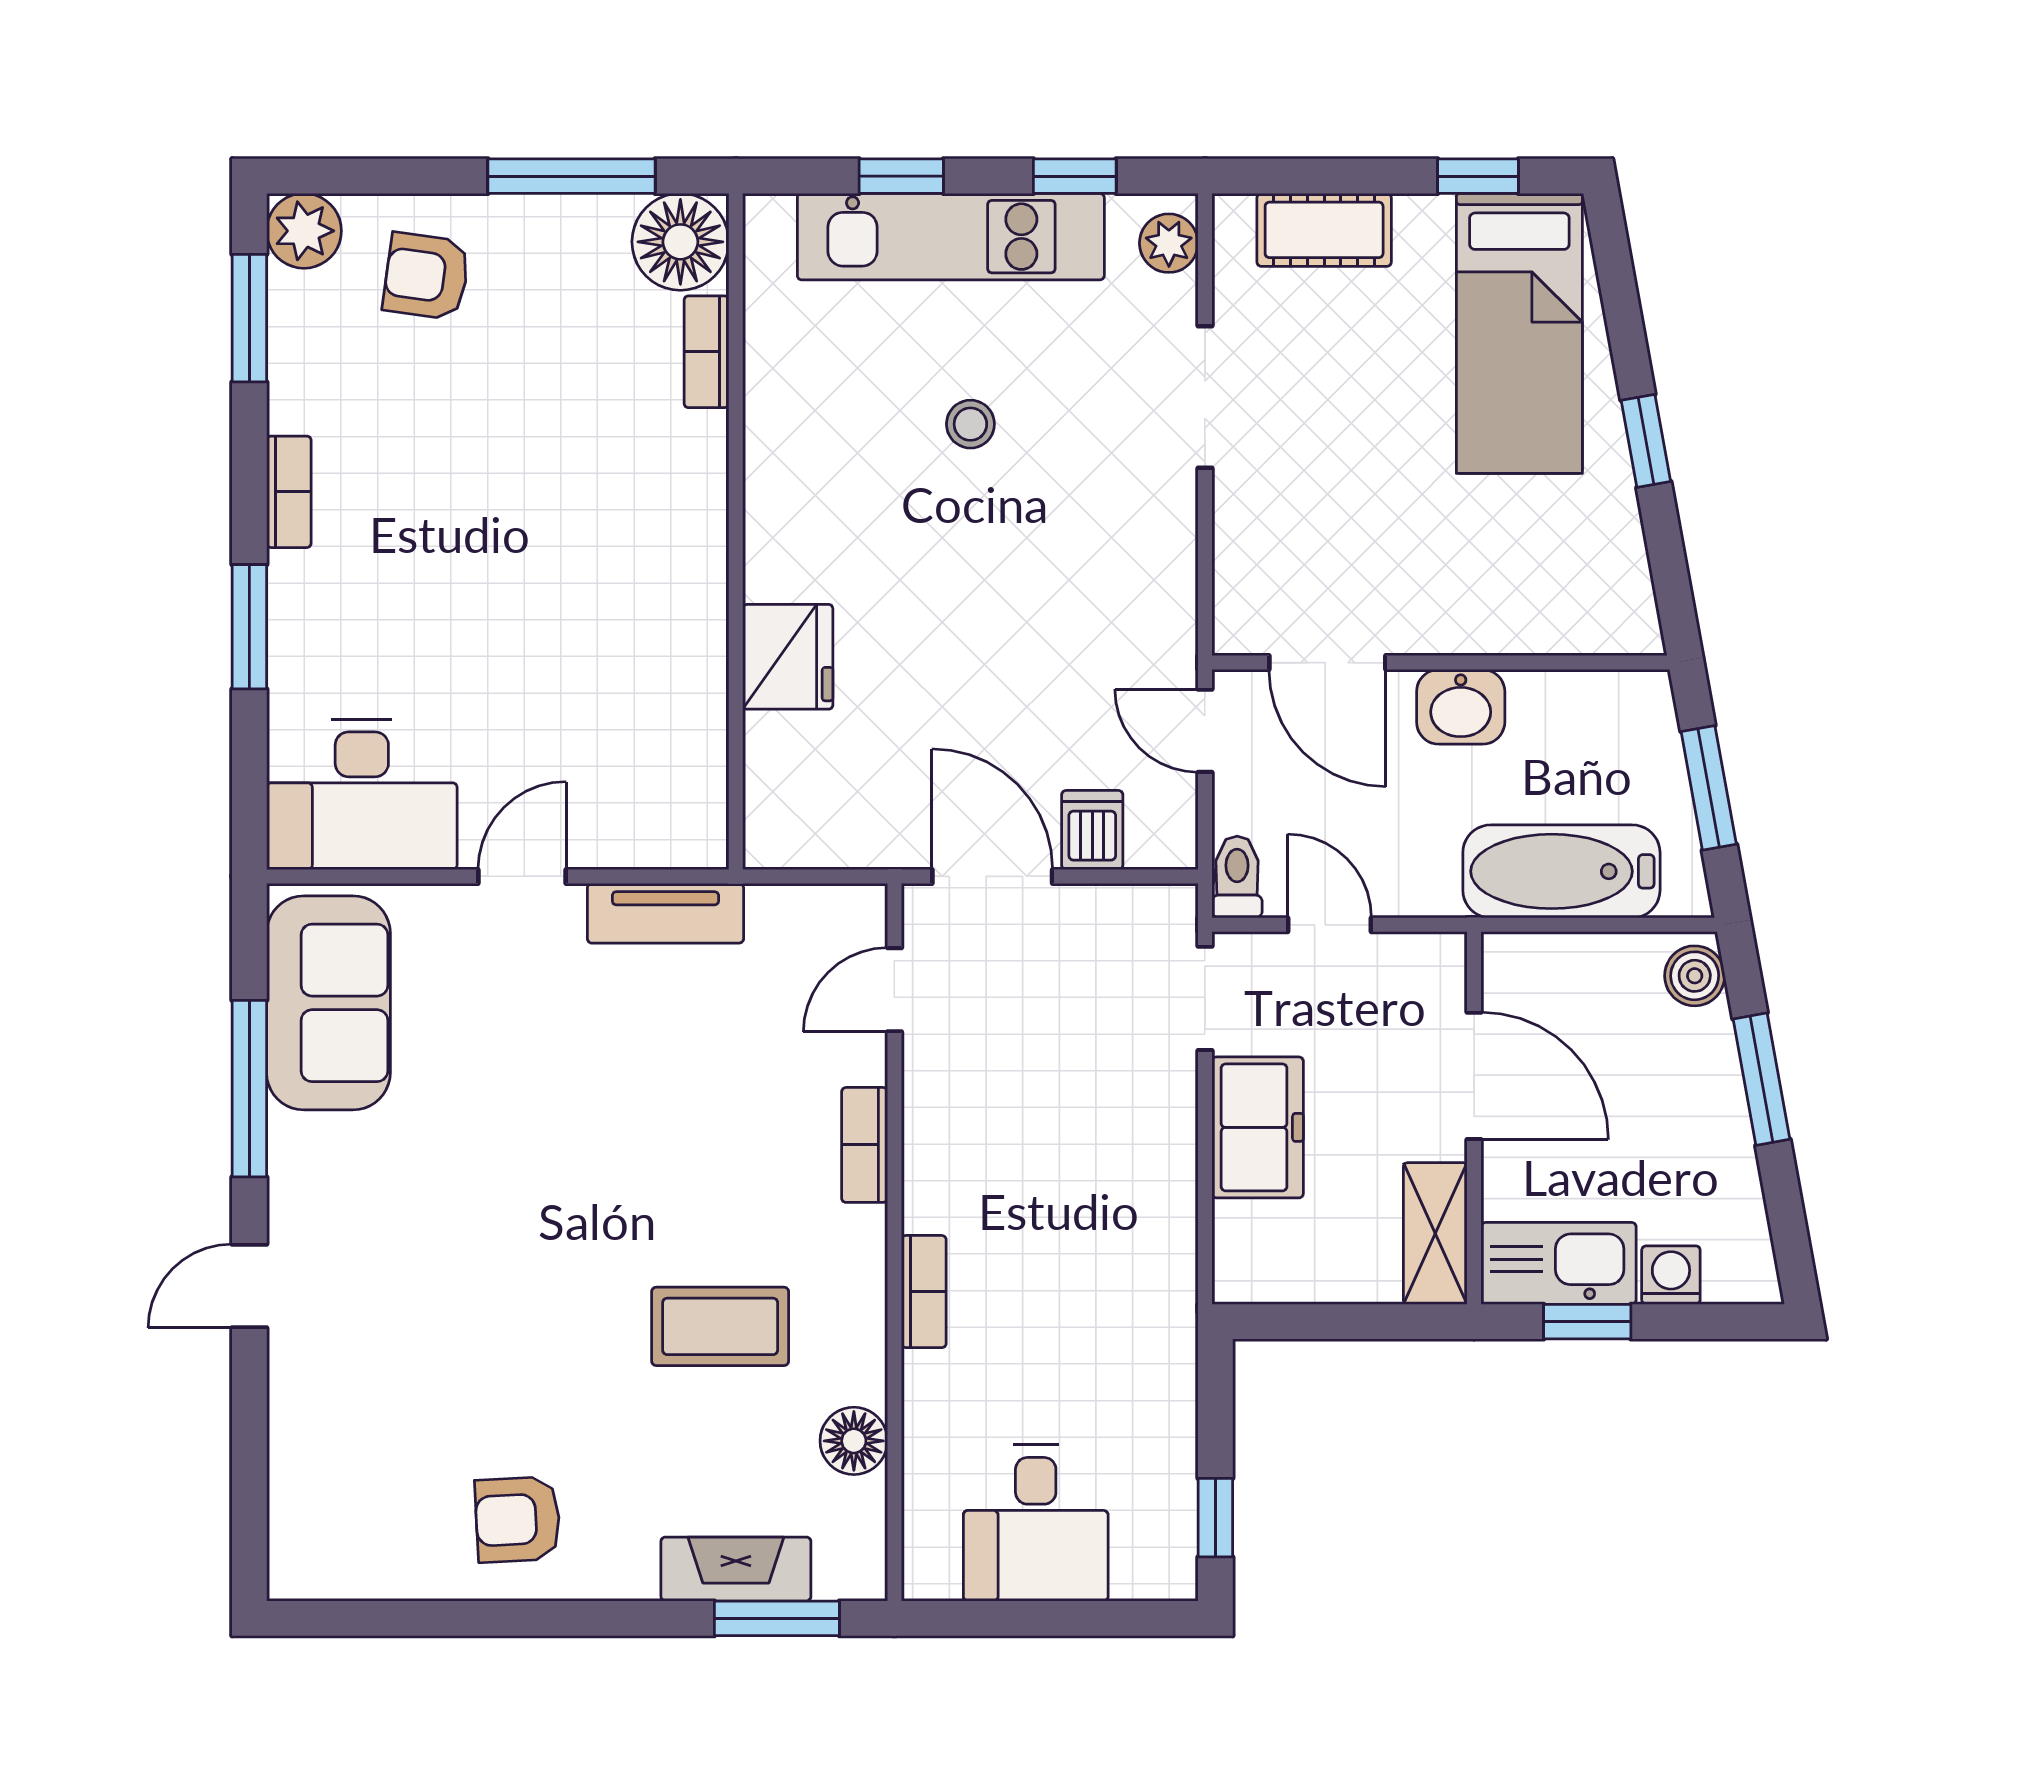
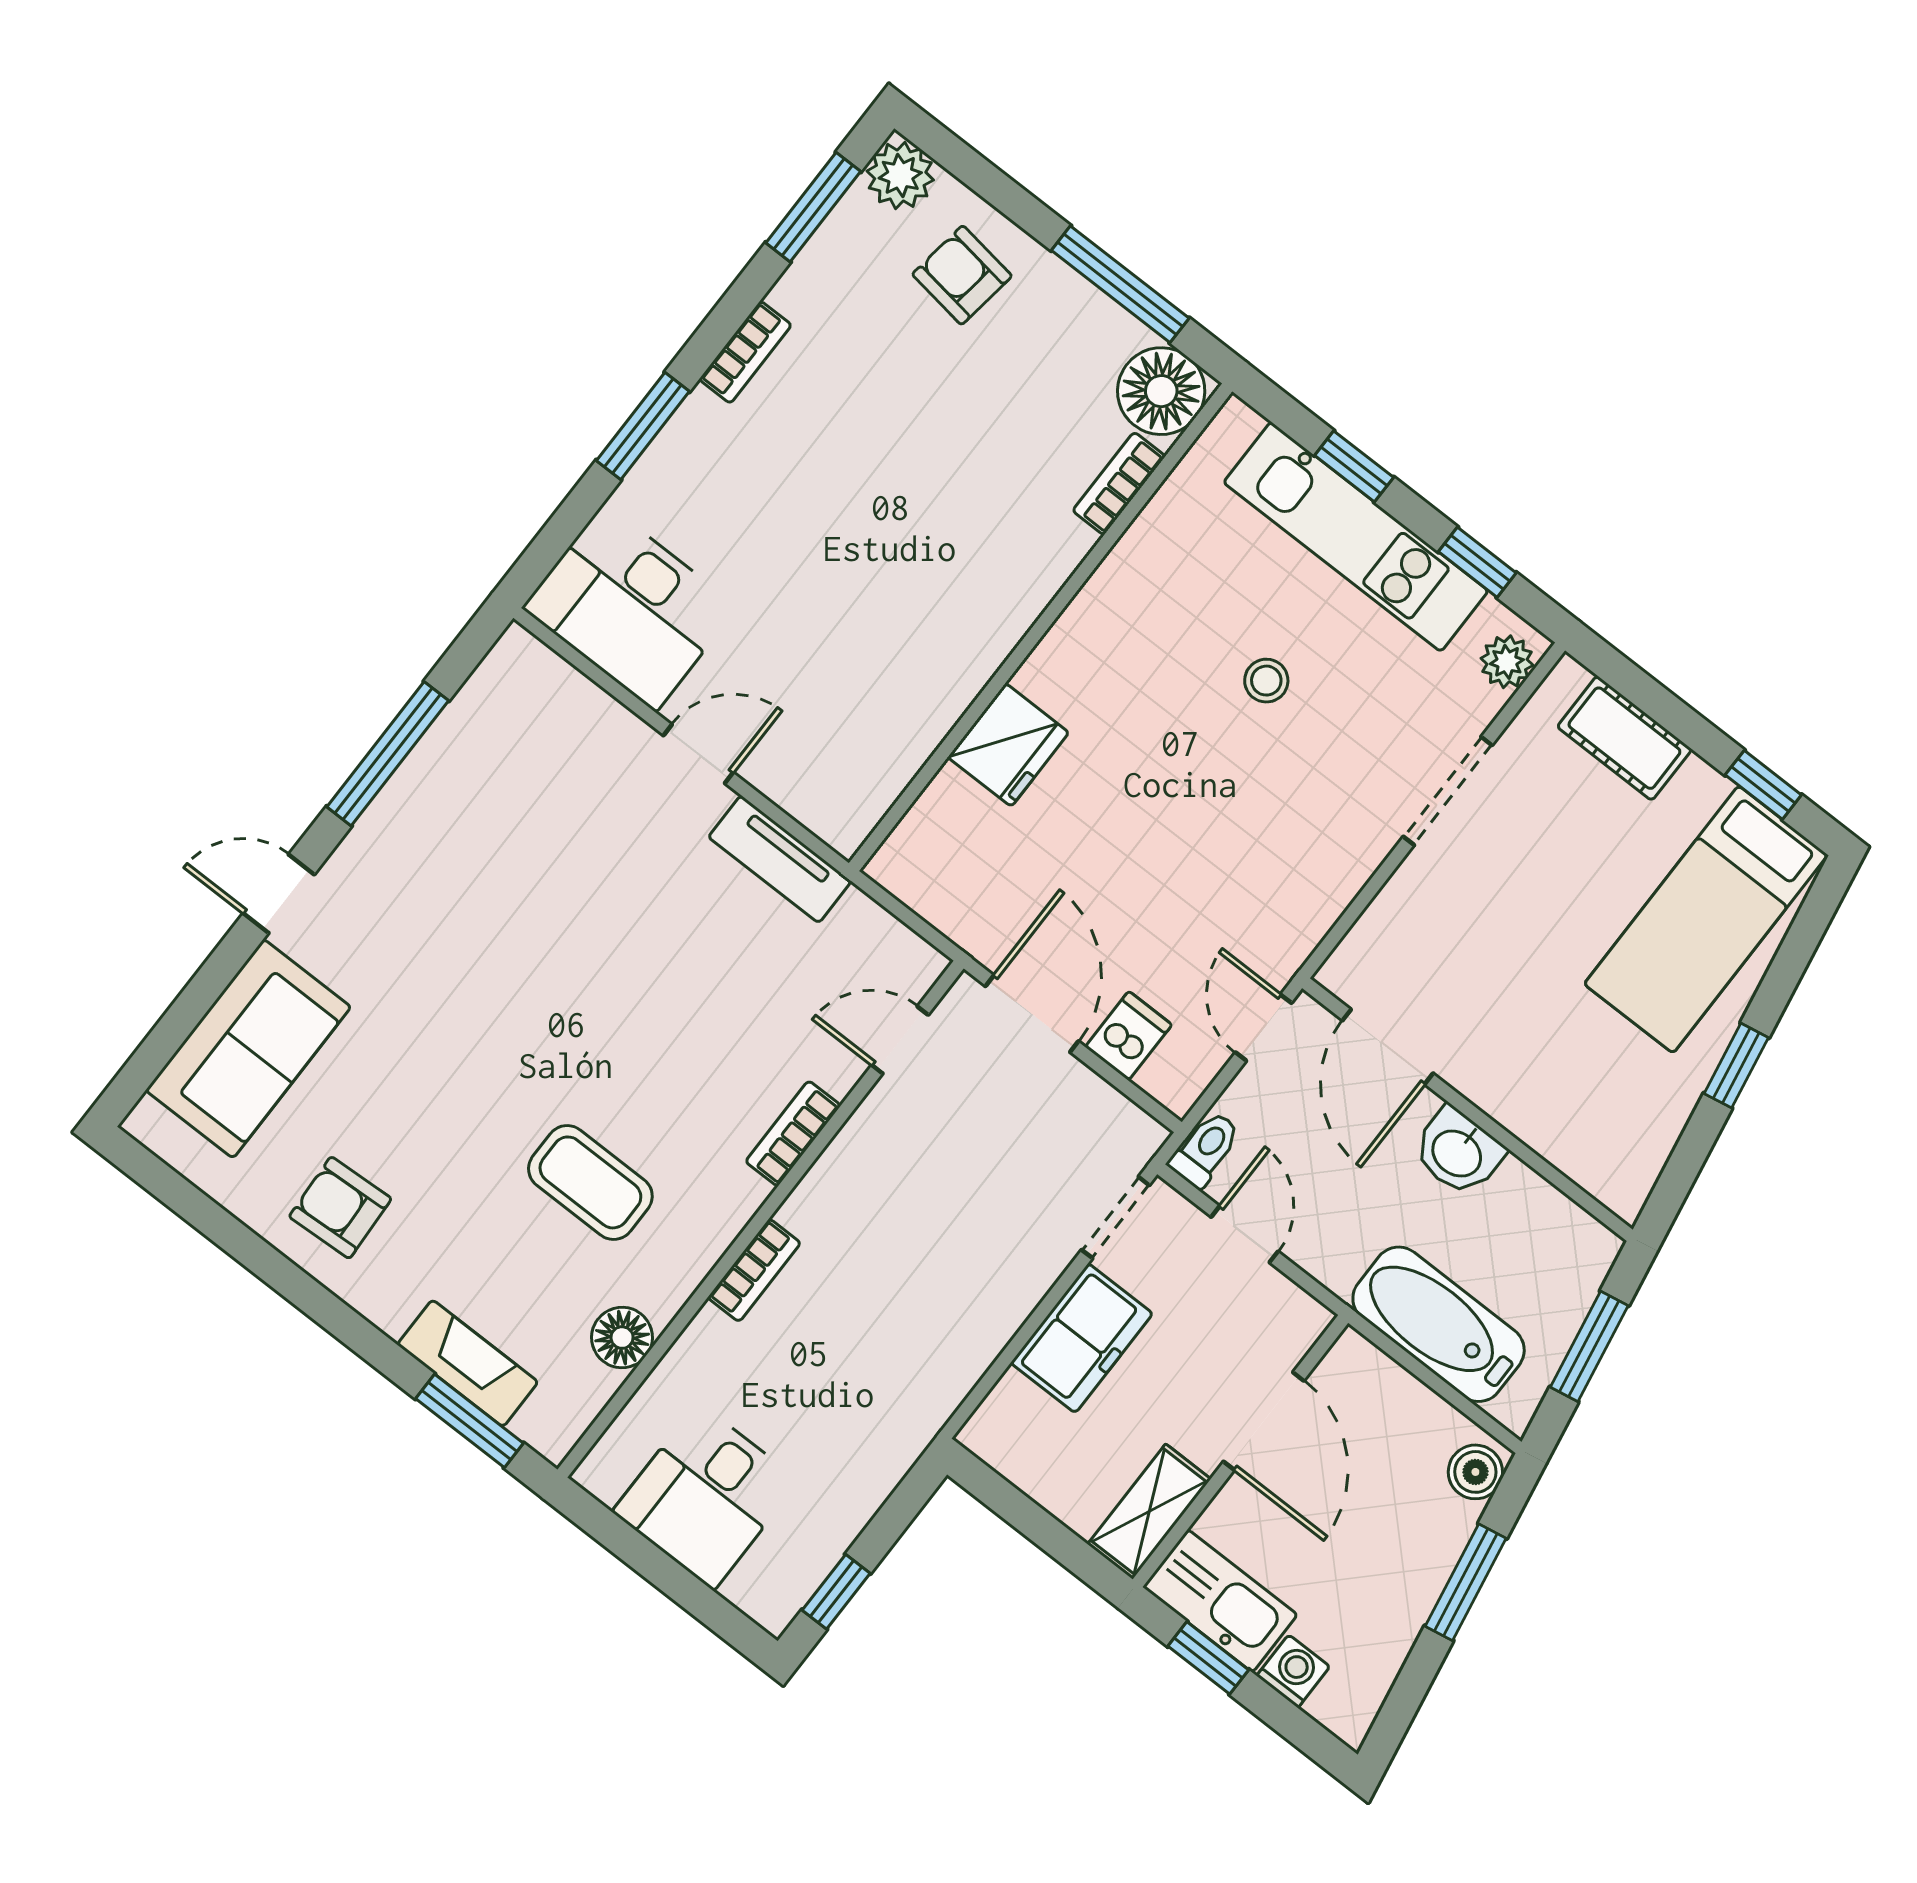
sofa: (328, 1003) -> (248, 1049), moved

